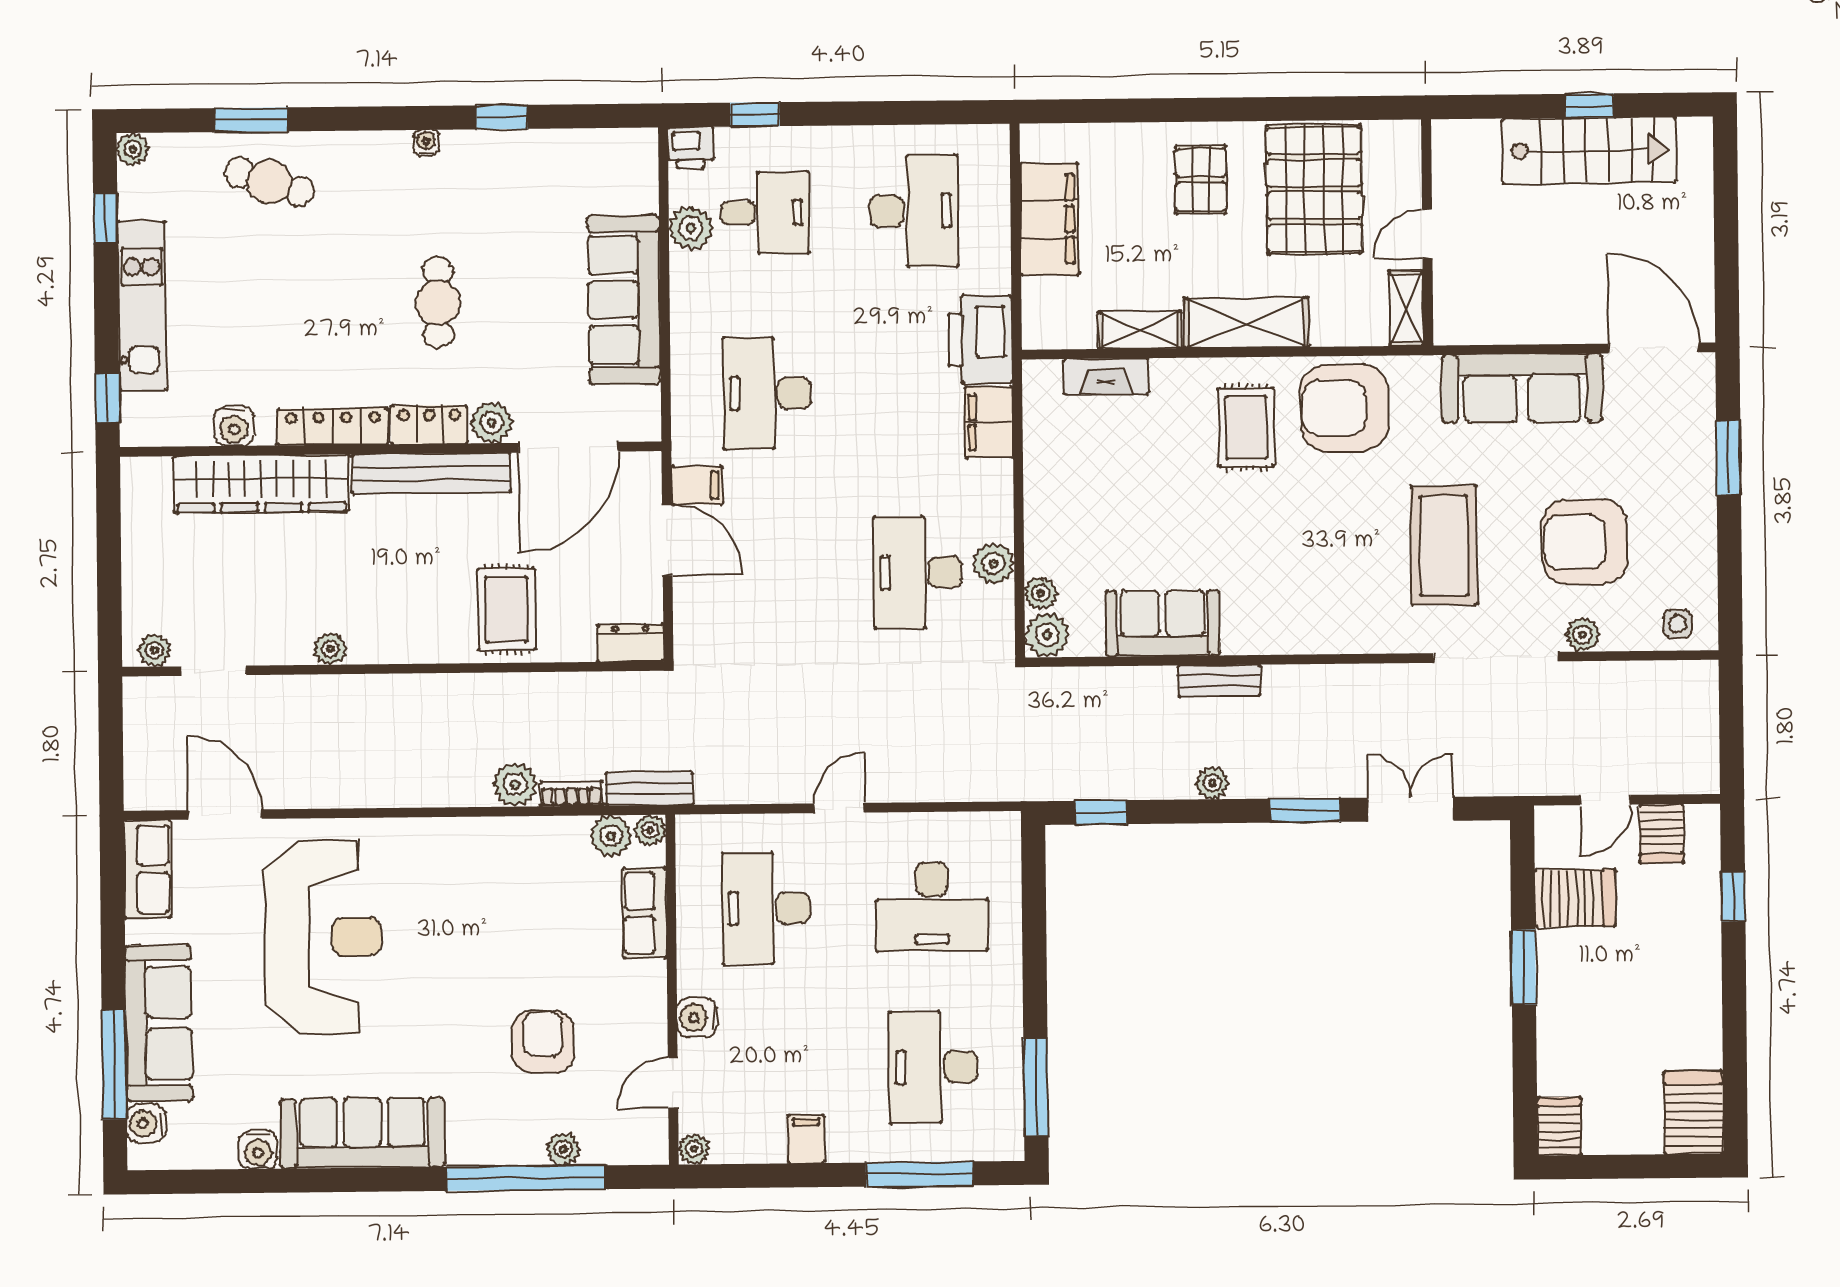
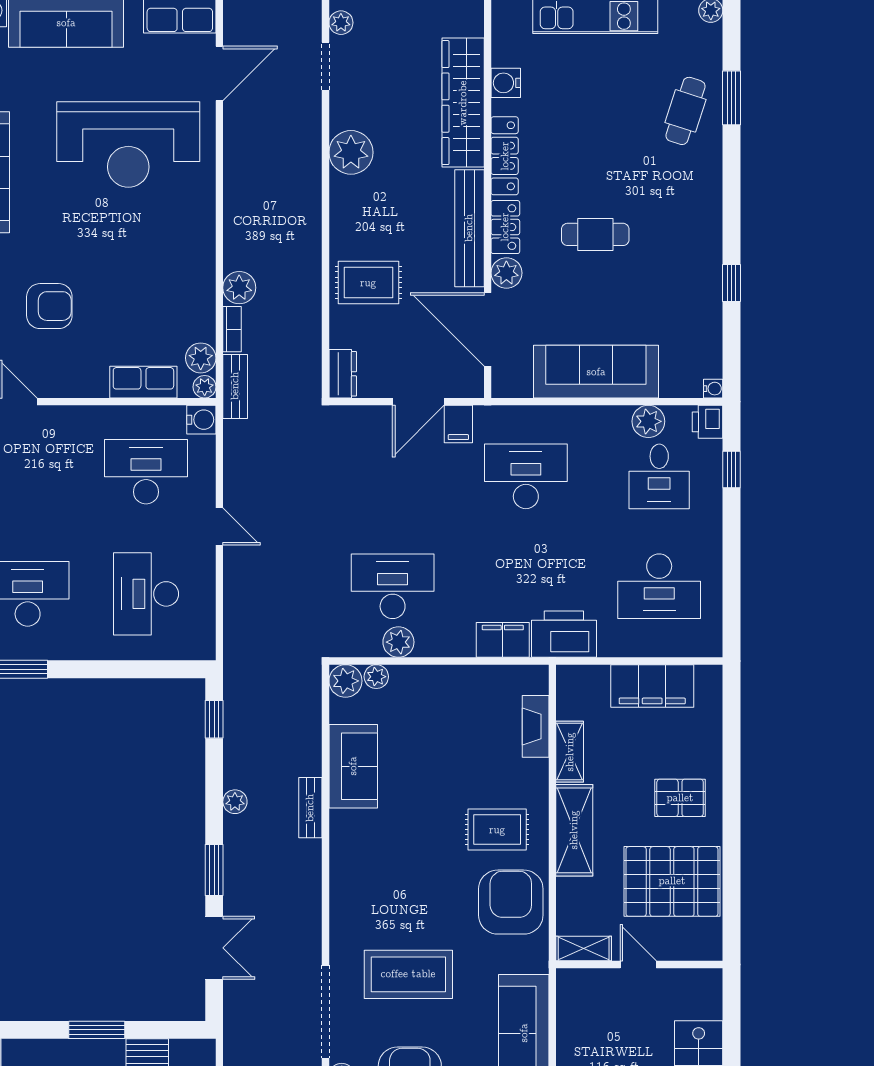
water cooler: (426, 143) -> (713, 389), moved
plant: (330, 649) -> (351, 152), width x1.88, depth x1.88
water cooler: (697, 1018) -> (201, 420), moved, turned 90

